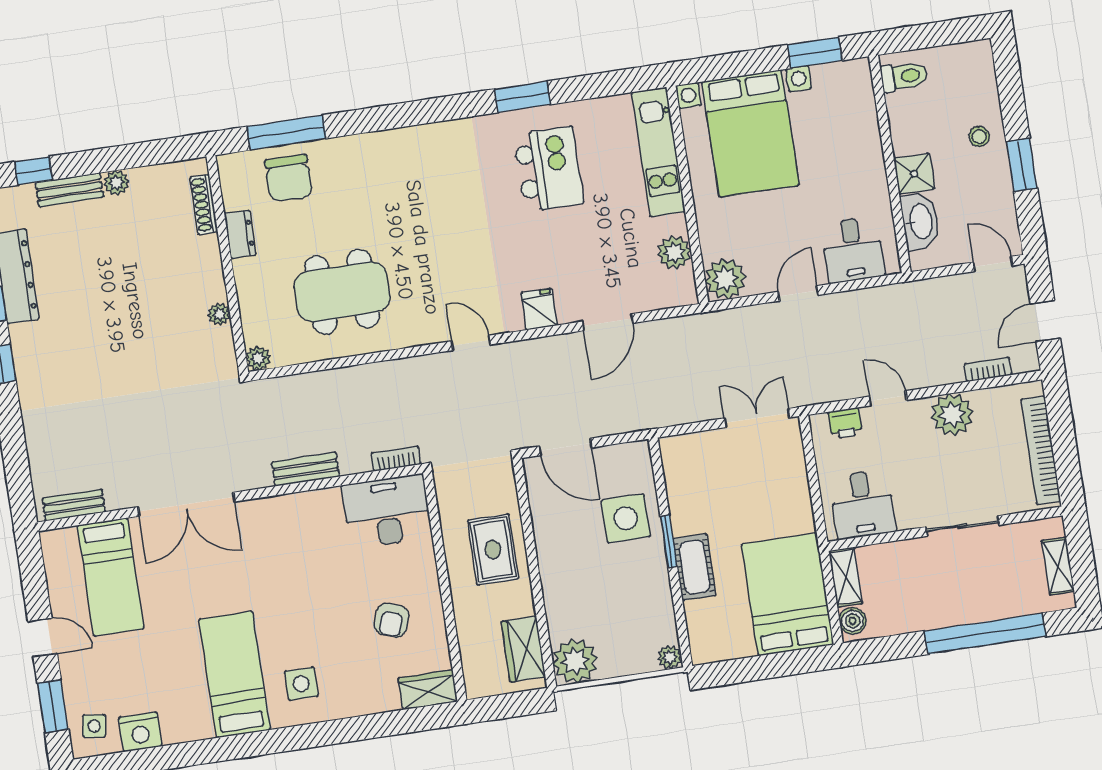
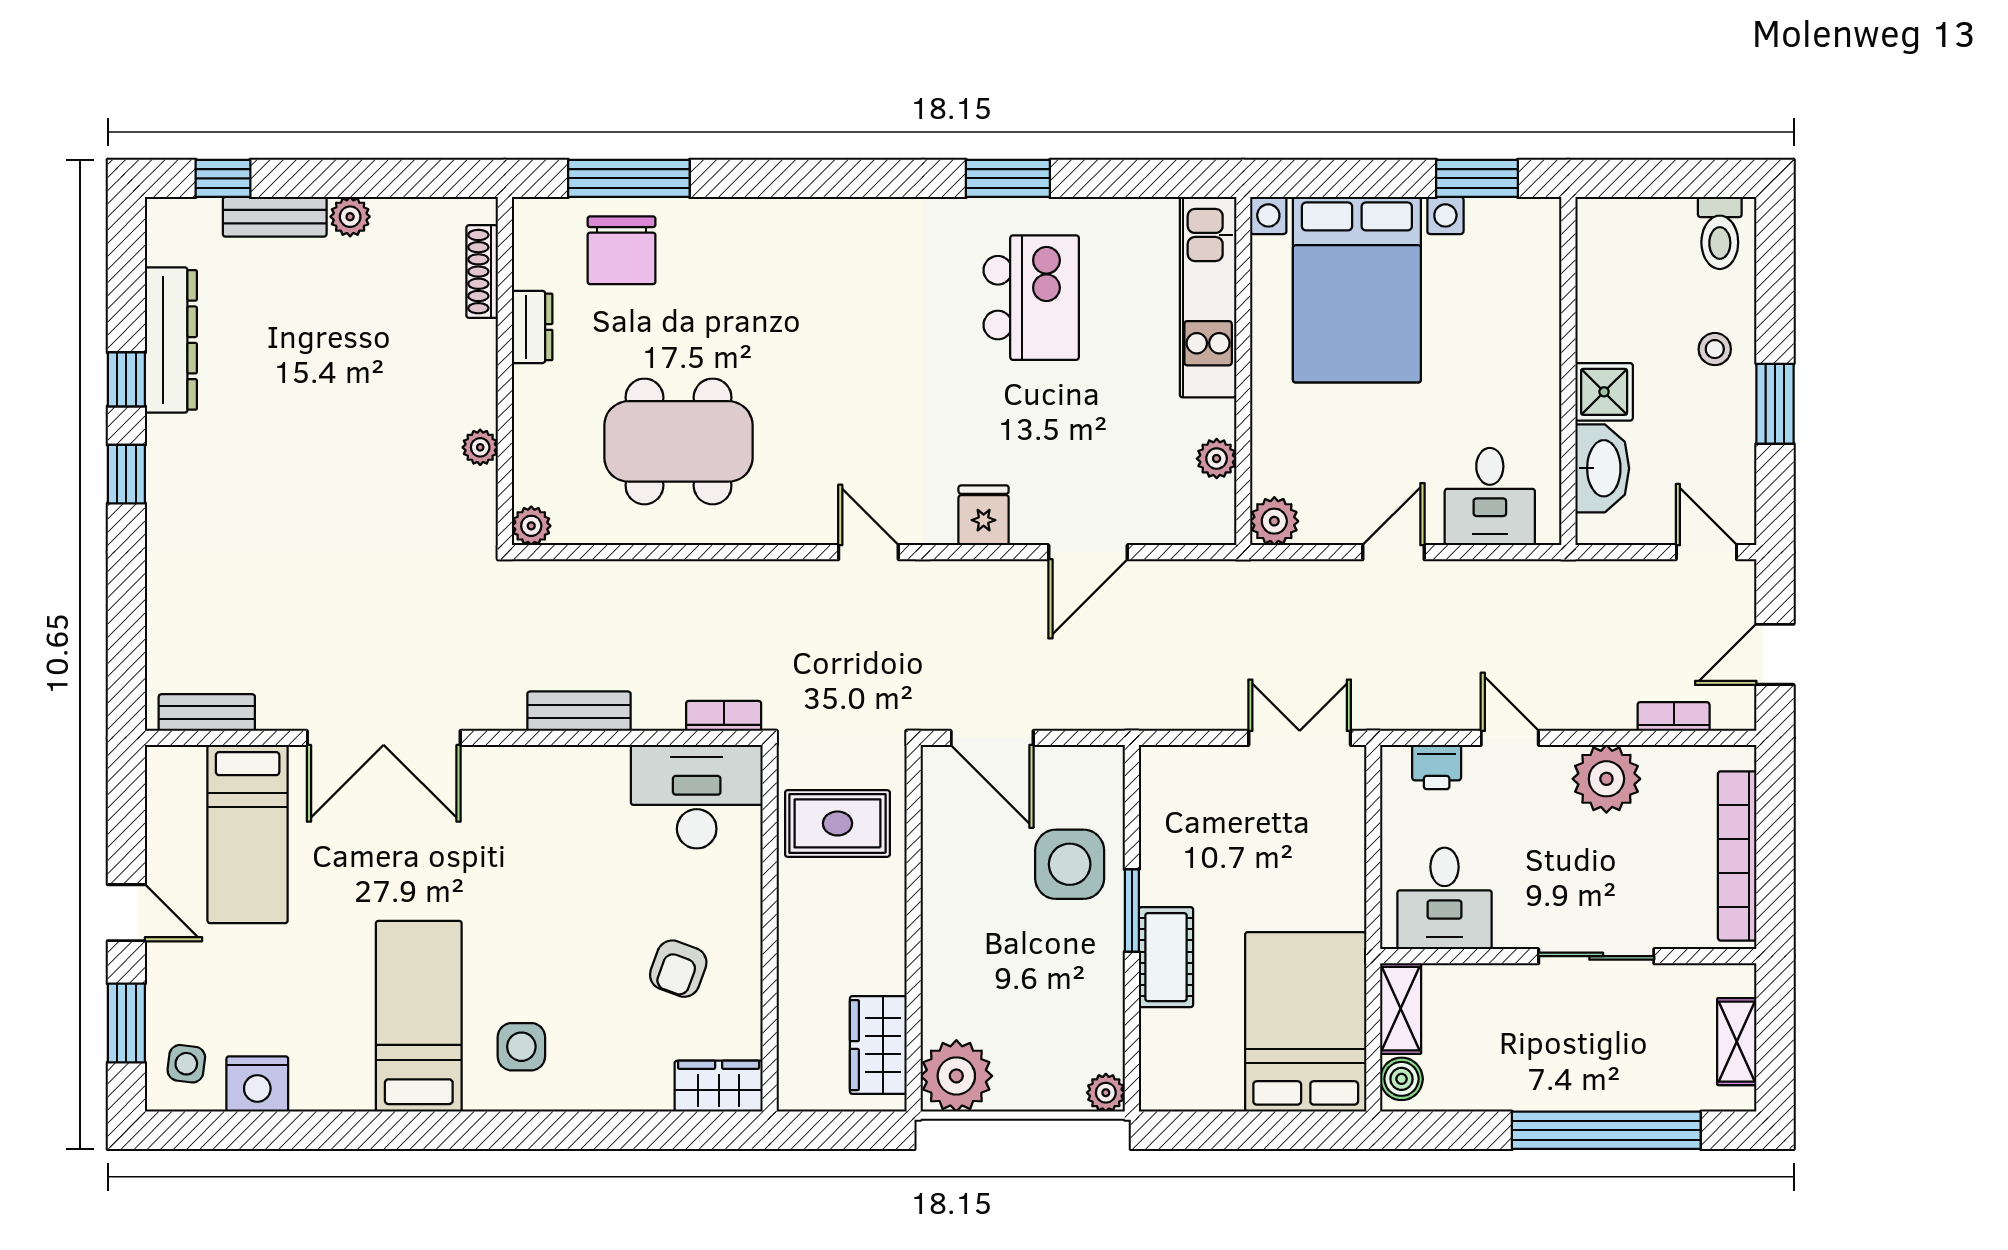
toilet: (904, 76) -> (1720, 233), moved, turned 90
plant: (674, 252) -> (1217, 459), width x0.73, depth x0.73
plant: (725, 279) -> (1274, 521), width x0.73, depth x0.73
rug: (493, 549) -> (837, 823), moved, turned 90

